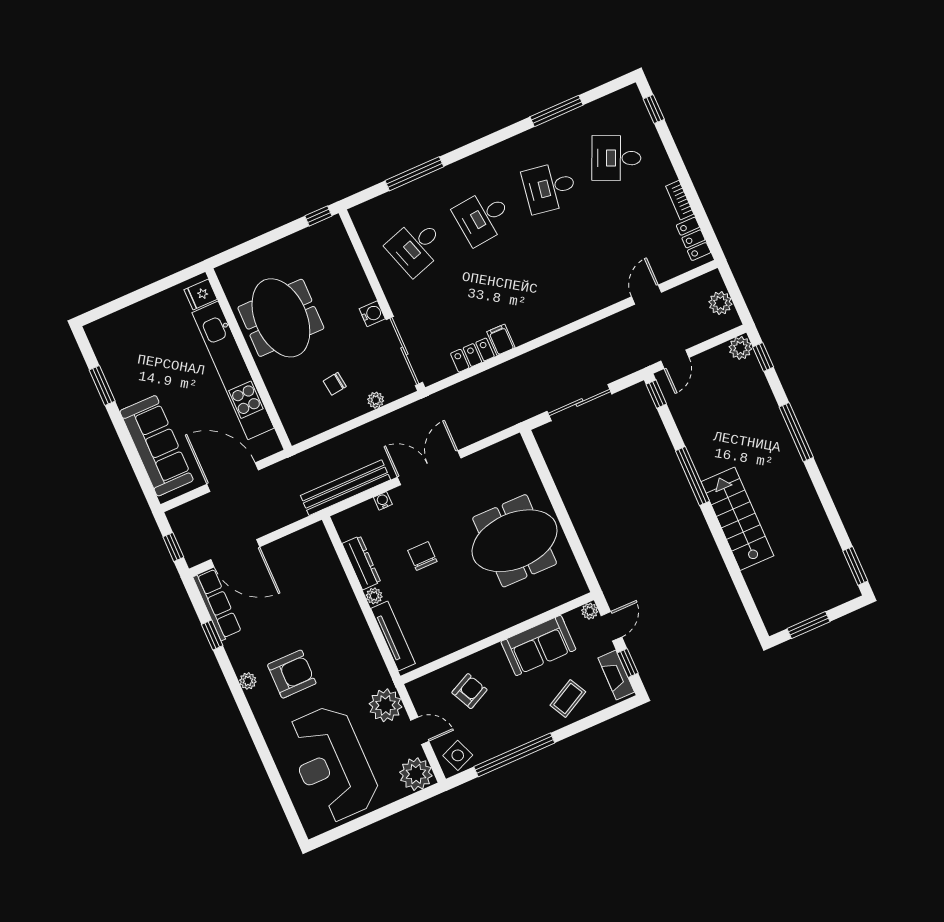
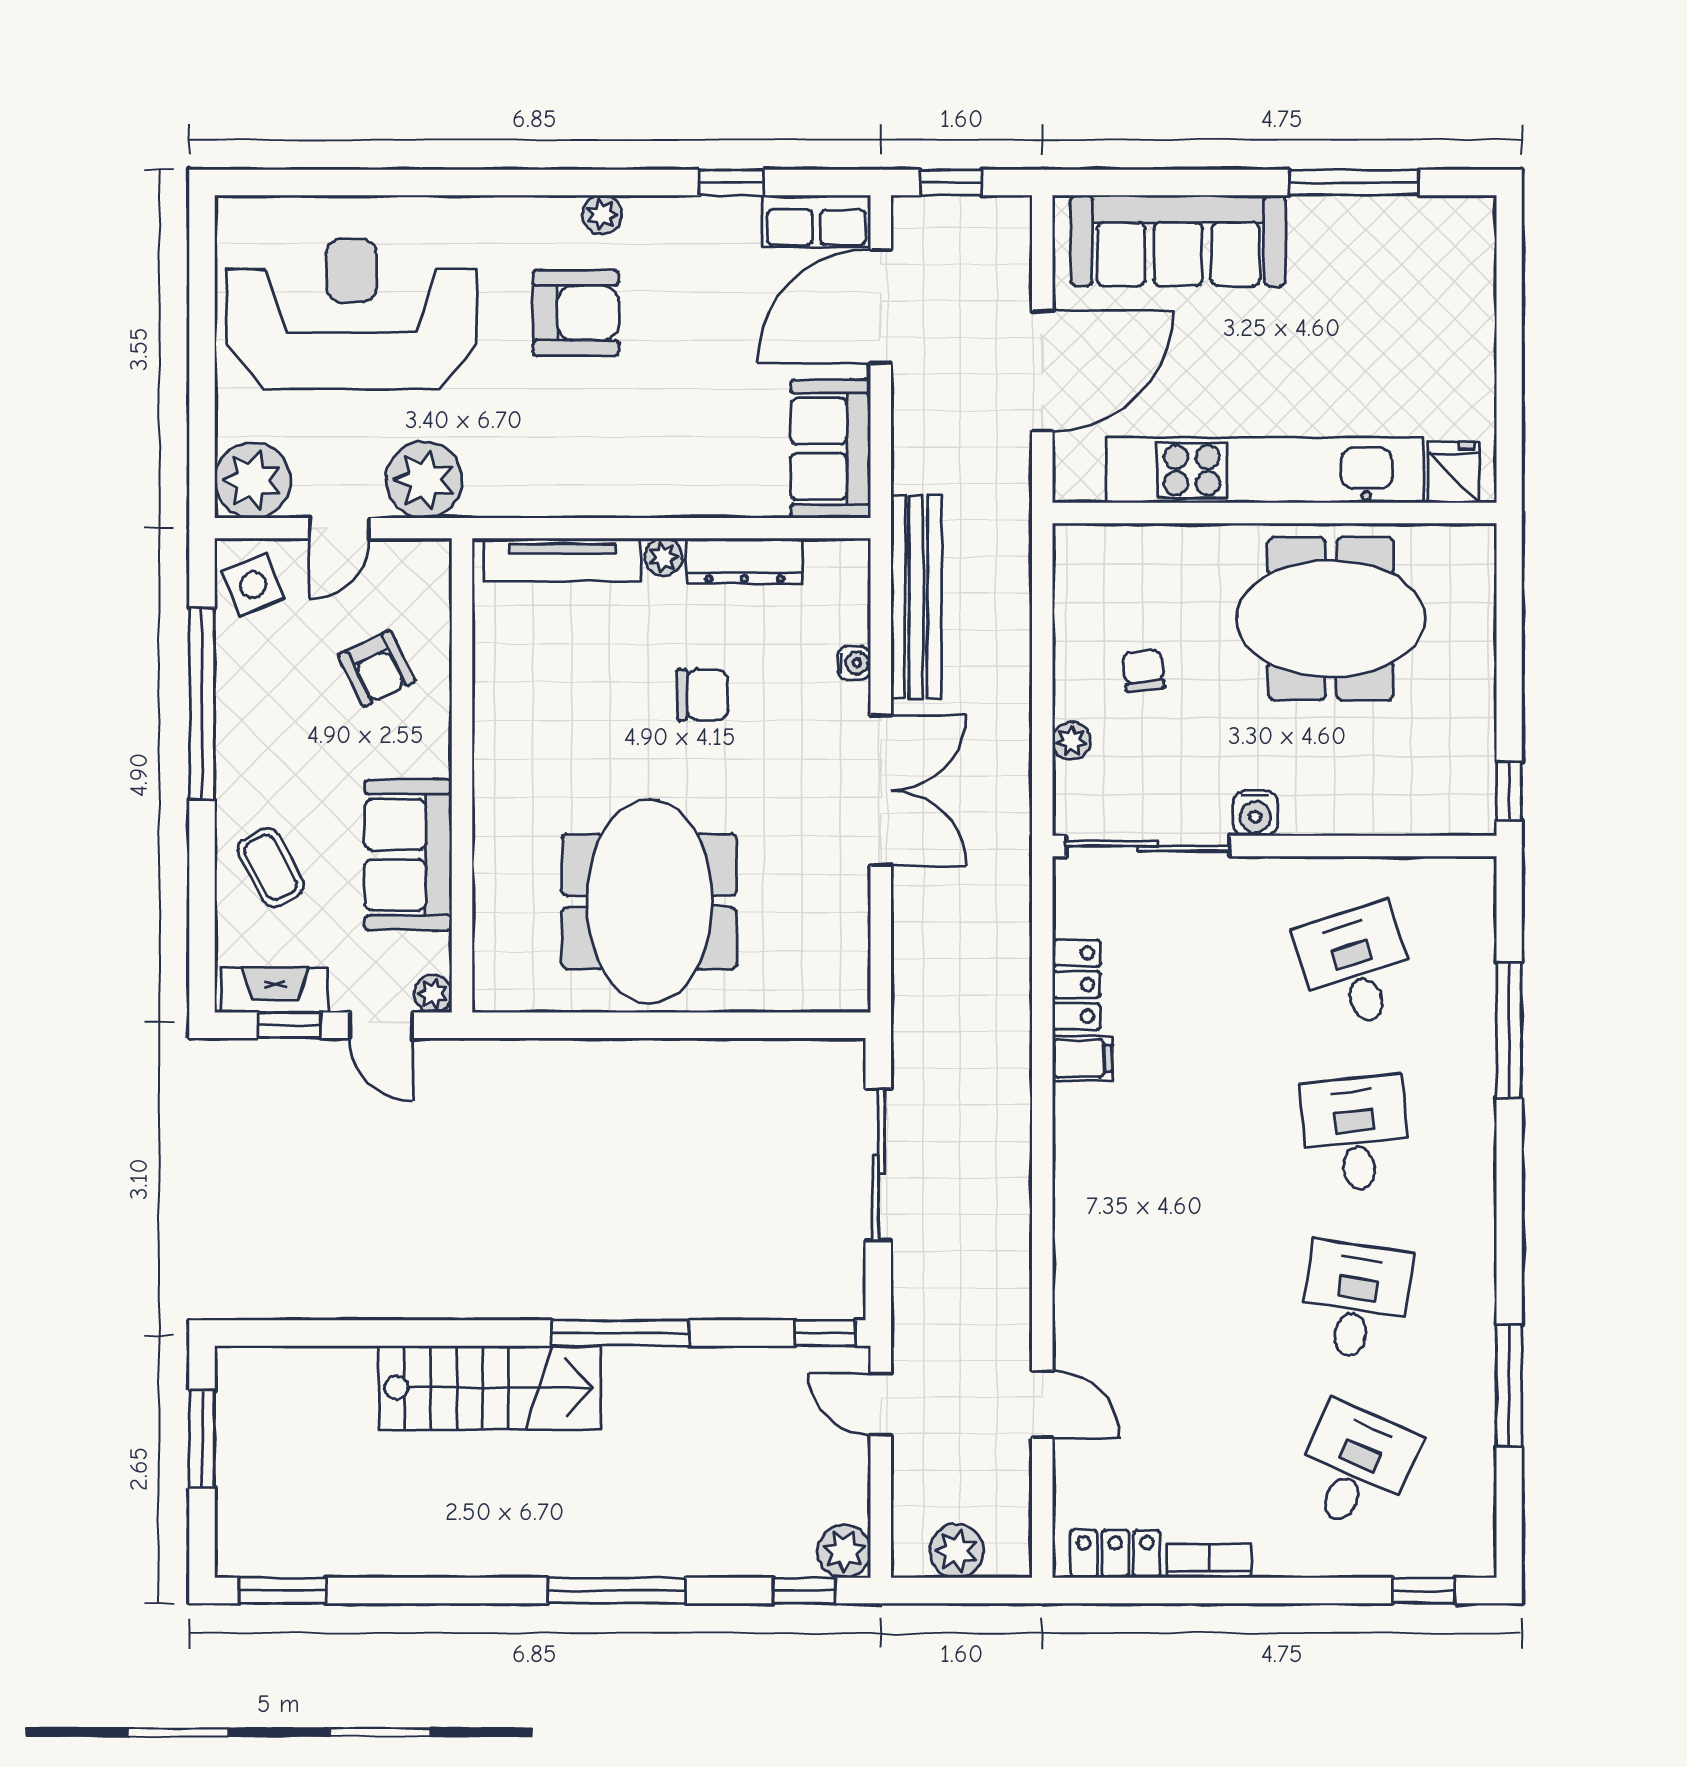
window: (102, 386) -> (1354, 182), width x1.44
sofa: (301, 548) -> (831, 449), added
row of seats: (217, 604) -> (816, 221), width x0.68
armchair: (292, 674) -> (576, 313), turned -90

